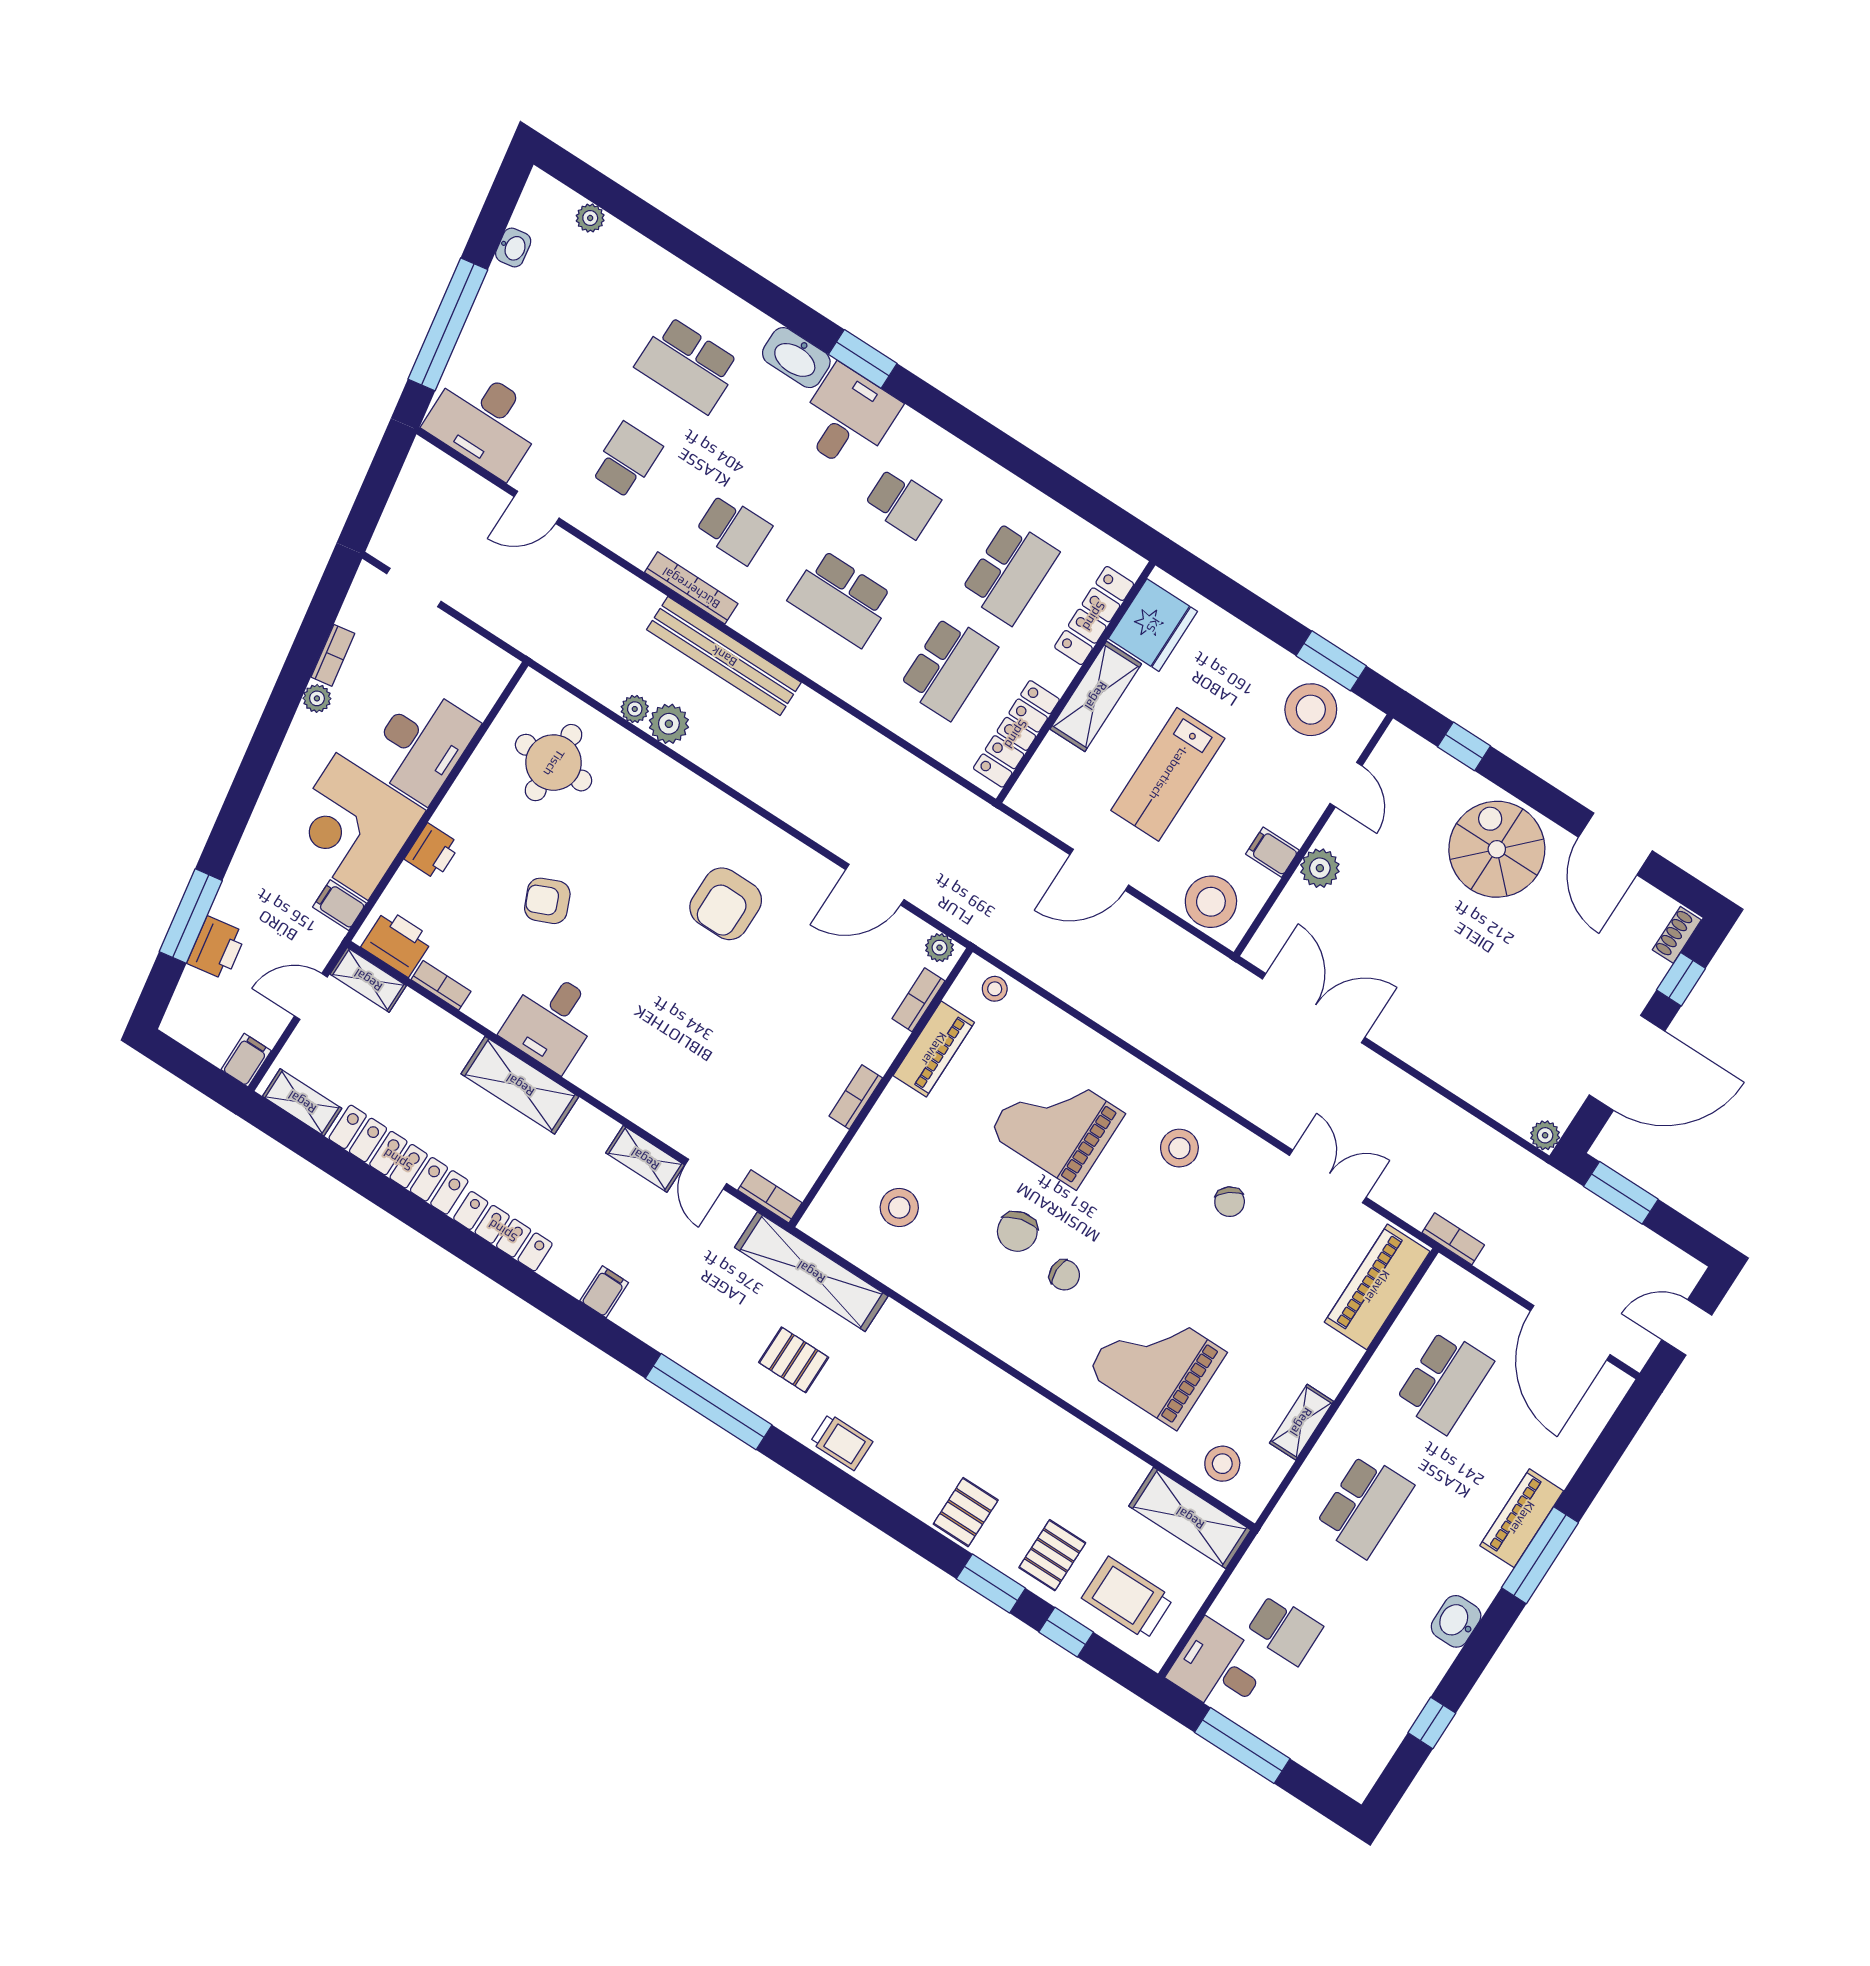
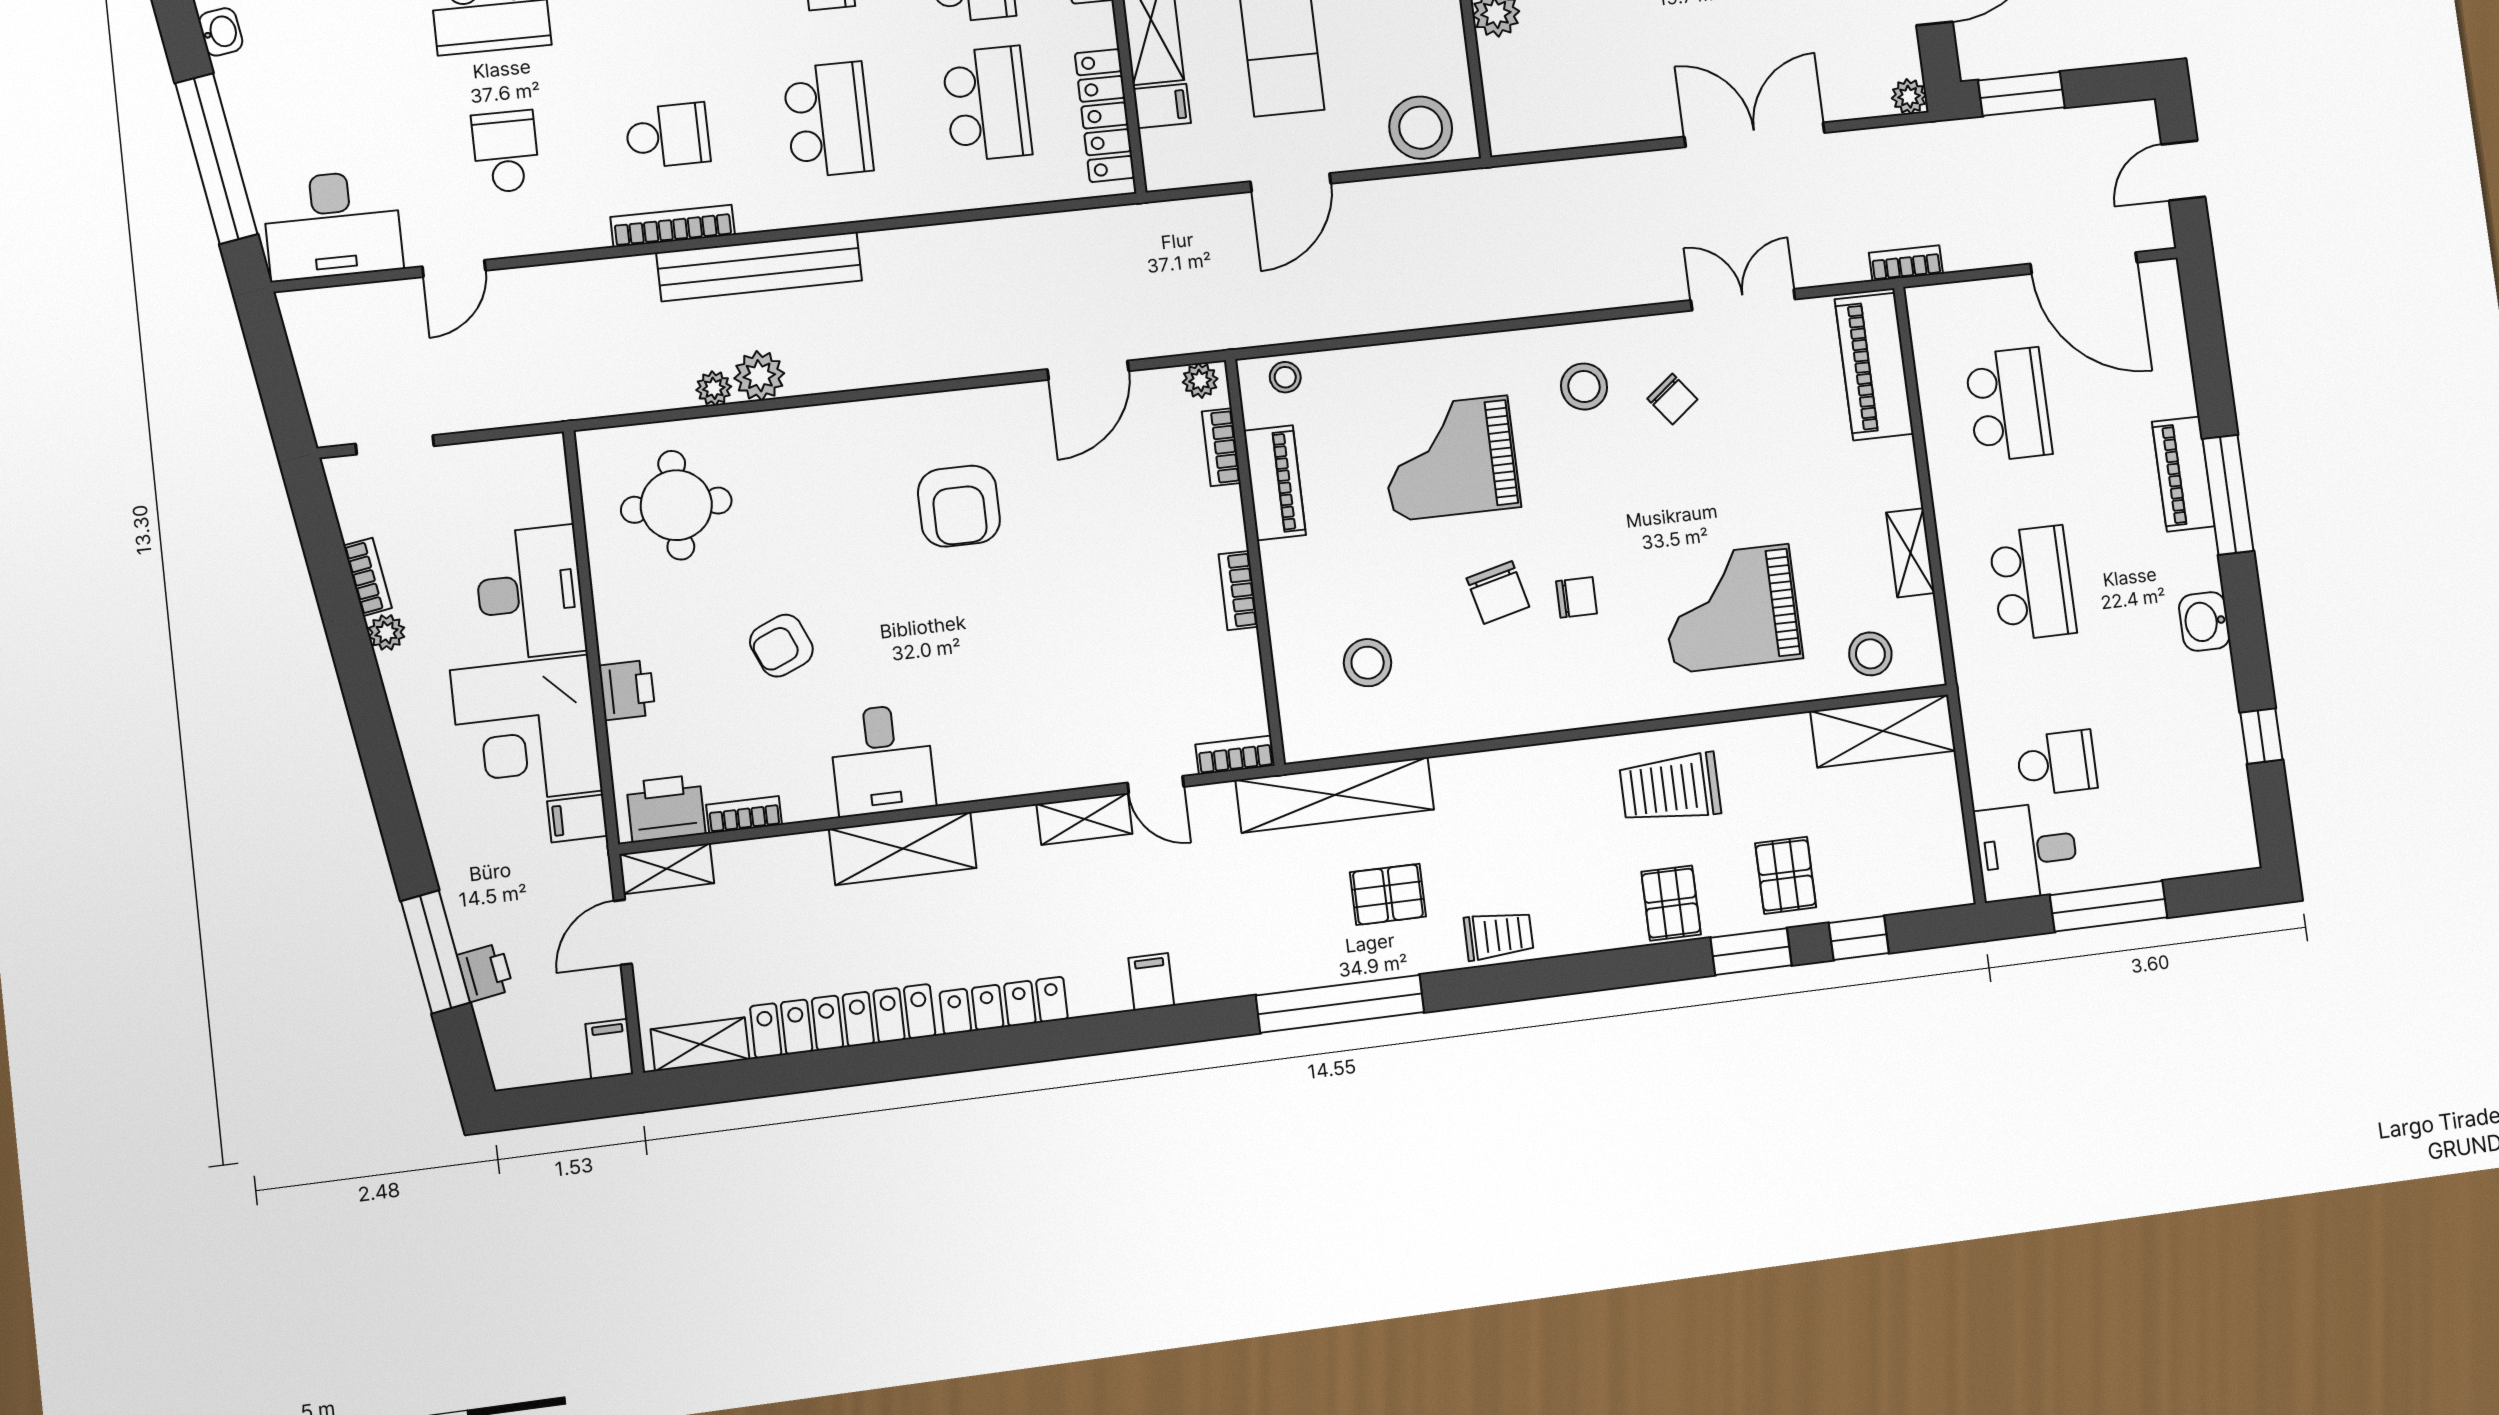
school desk: (841, 598) -> (828, 120), turned -90
filing cabinet: (1272, 852) -> (1162, 106), moved, turned 180
printer: (217, 948) -> (485, 972), width x0.73, depth x0.81
double door: (1314, 1008) -> (1754, 135), moved
trolley: (1128, 1598) -> (1670, 788), moved

